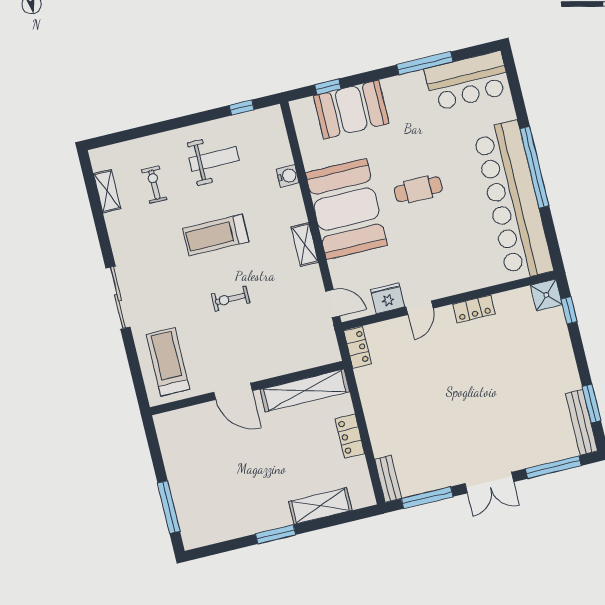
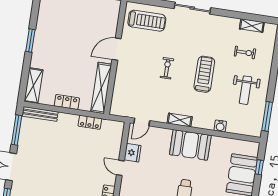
window: (242, 108) -> (267, 116), width x2.17
booth: (346, 209) -> (190, 145), width x0.73, depth x0.70
locker: (358, 348) -> (90, 122), moved
bench: (388, 479) -> (40, 114), width x1.36
shelving: (320, 506) -> (34, 86), moved

